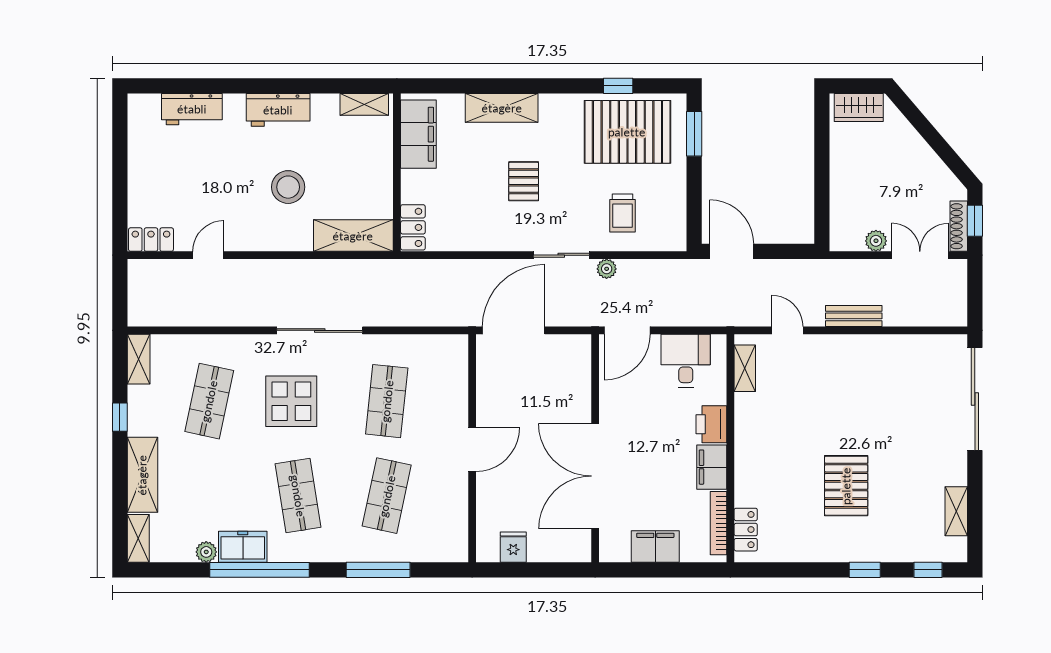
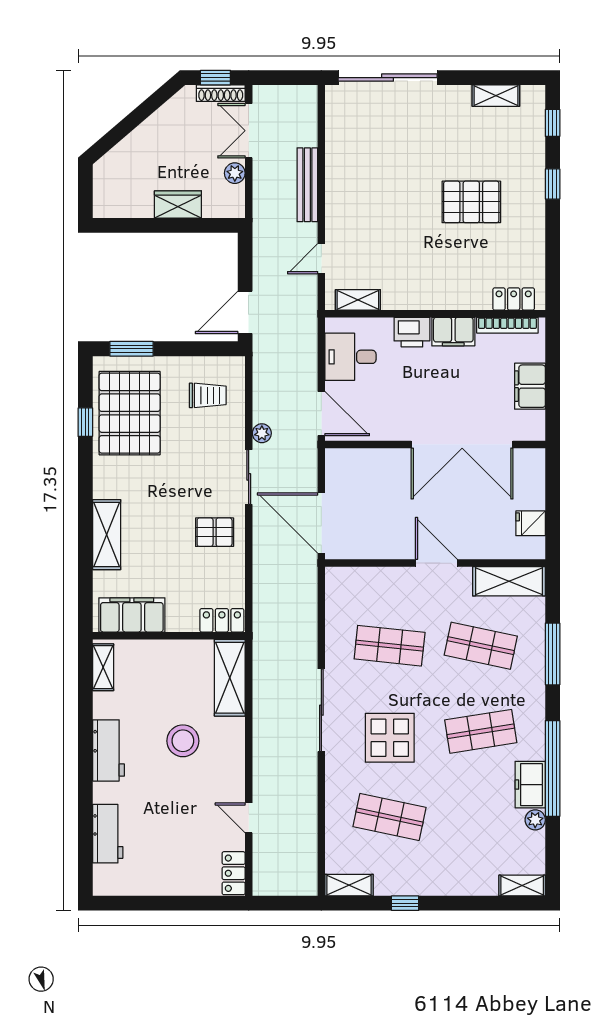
wardrobe: (859, 108) -> (178, 204), moved, turned -90
pallet: (524, 181) -> (215, 532), moved
trolley: (623, 213) -> (208, 395), moved
bench: (854, 316) -> (307, 185), width x1.36
shelving: (142, 475) -> (509, 581), moved

